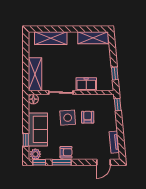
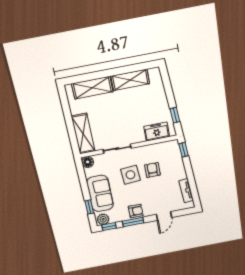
shelving: (93, 38) -> (130, 80), moved
freezer: (86, 84) -> (157, 132), moved
door: (103, 162) -> (164, 216), moved

